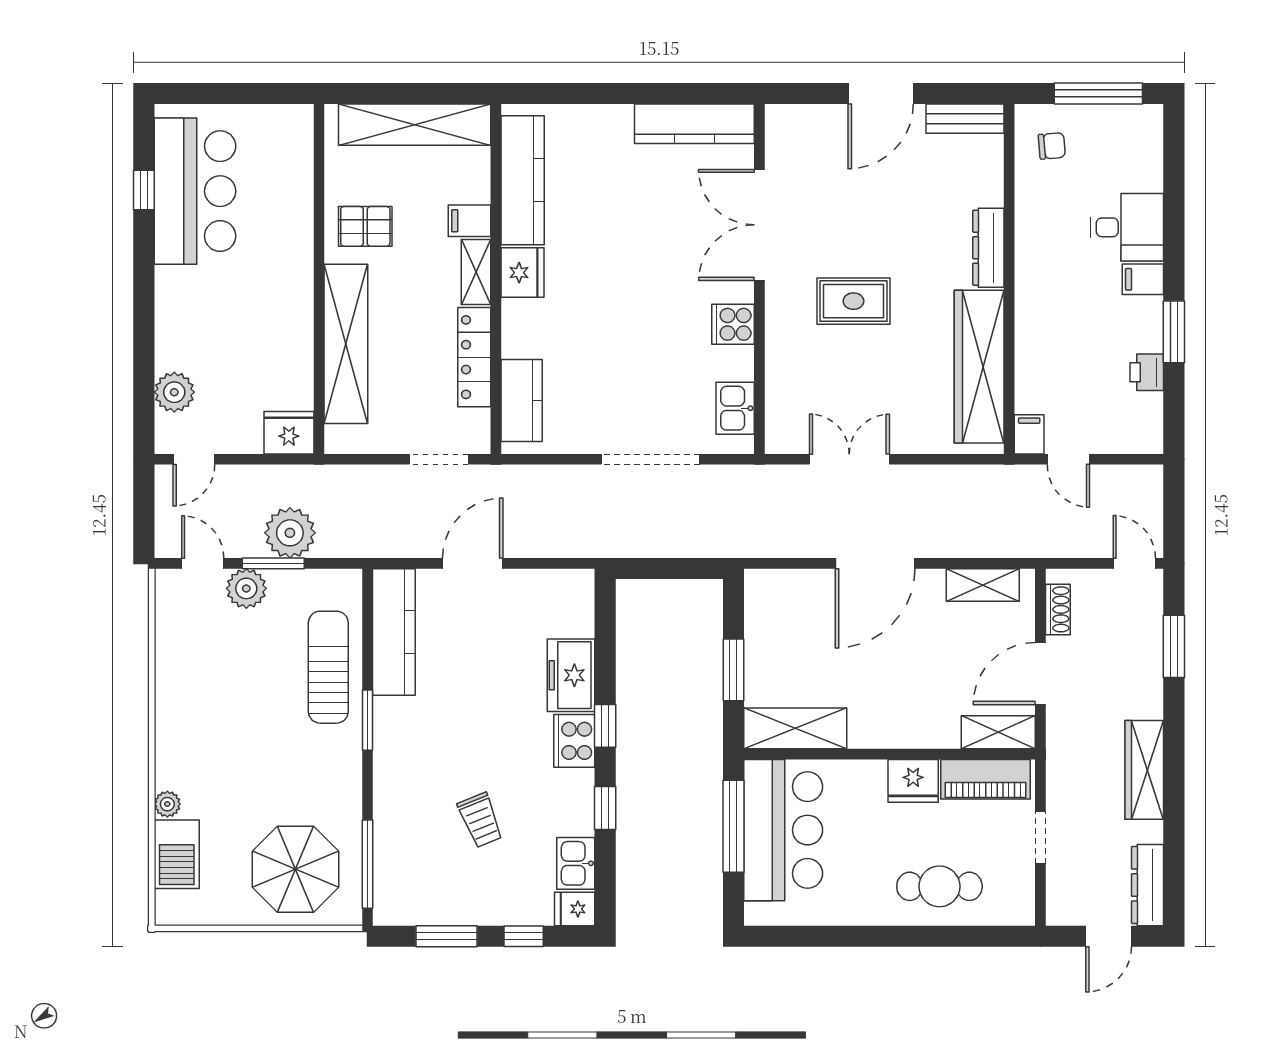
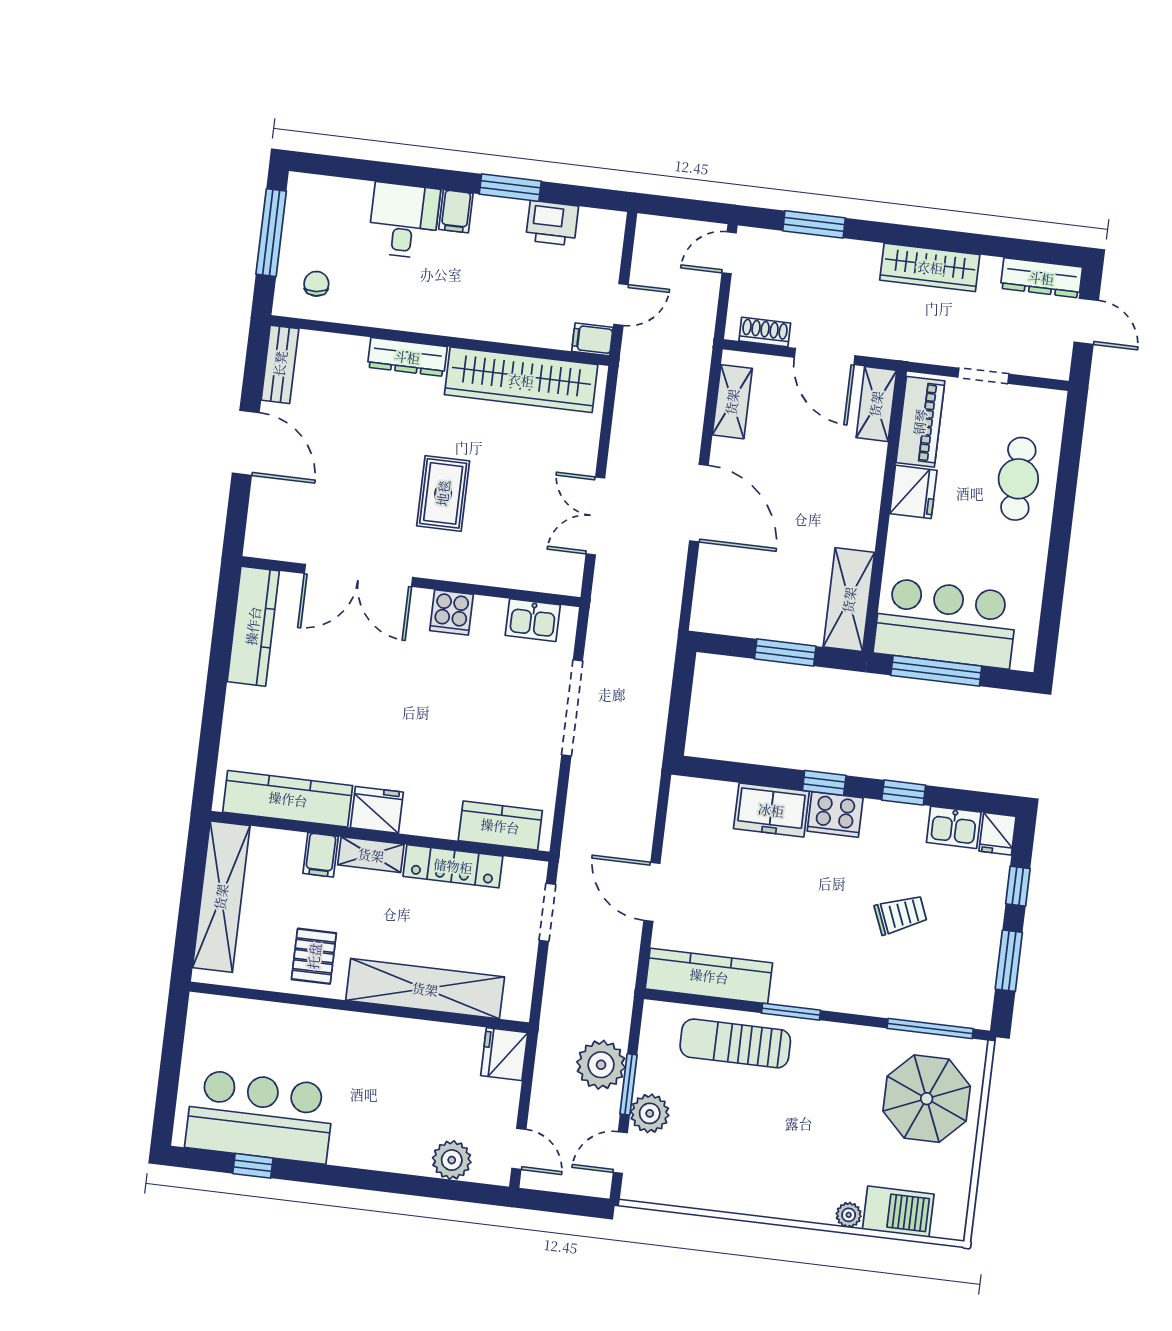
printer: (1147, 372) -> (552, 223), width x1.36, depth x1.24

